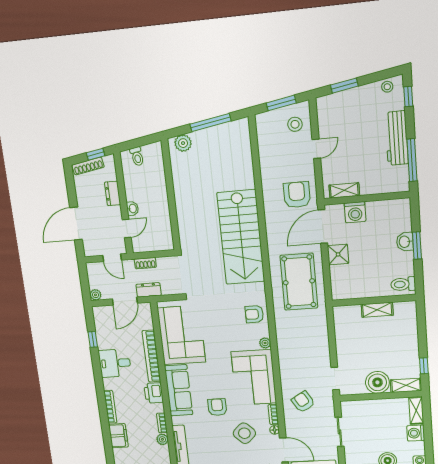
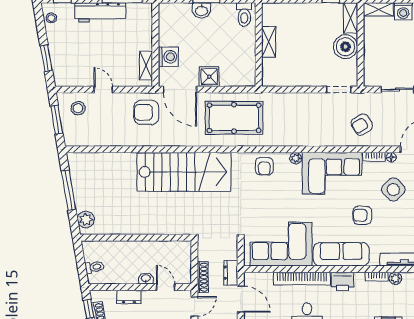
shoe rack: (145, 263) -> (203, 277), width x1.43

